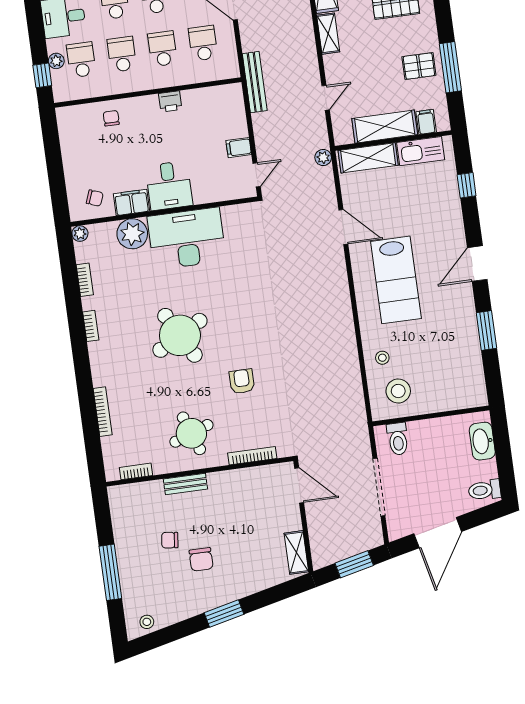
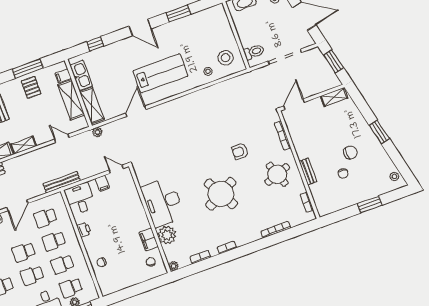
desk: (169, 186) -> (80, 199), moved, turned -90
window: (110, 572) -> (370, 204), width x0.69

